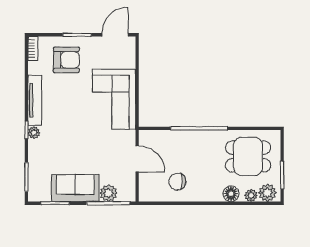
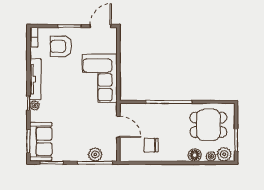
armchair: (66, 60) -> (61, 46), turned 180
sofa: (75, 188) -> (41, 141), moved, turned 90

